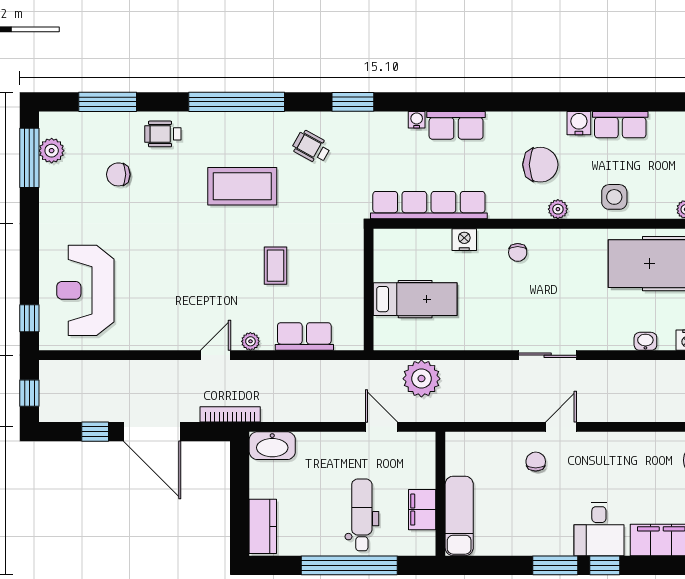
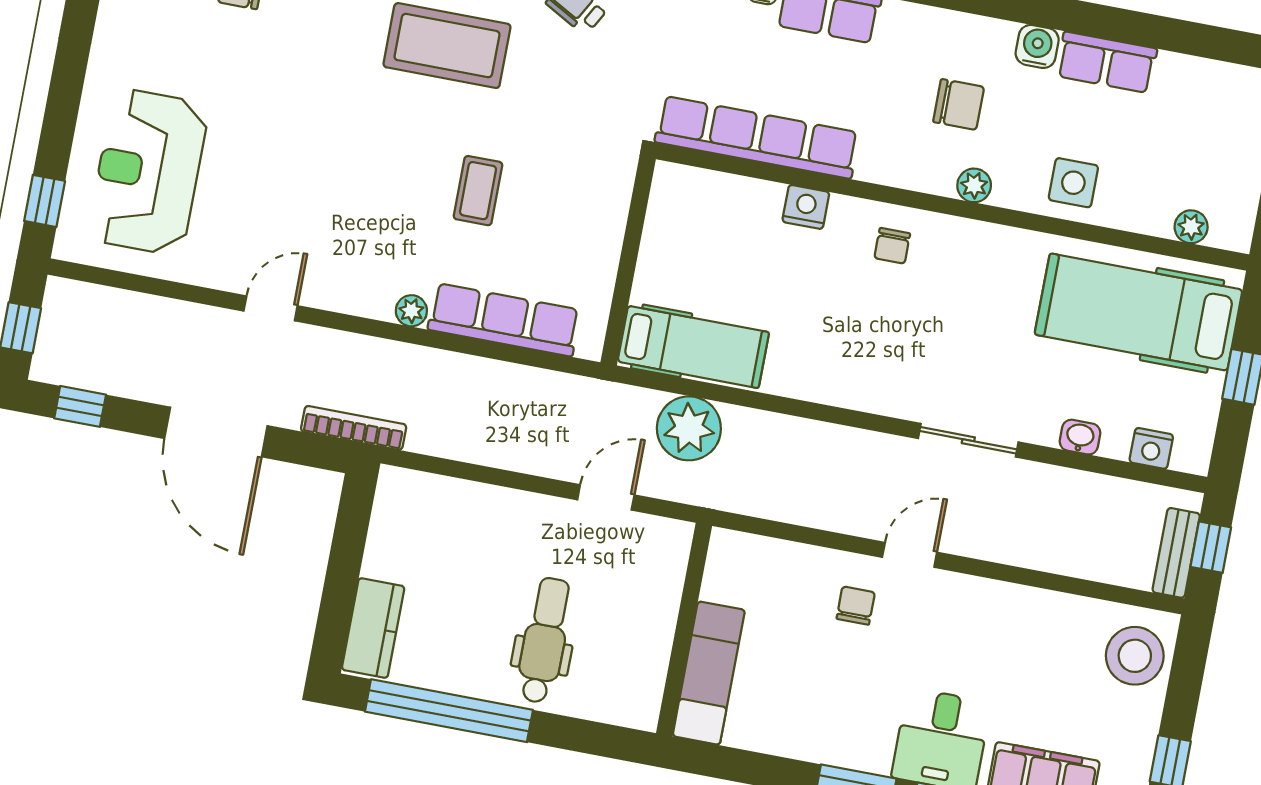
chair: (540, 165) -> (959, 104), width x0.73, depth x0.73
hospital bed: (415, 299) -> (693, 347), moved
row of seats: (304, 336) -> (504, 320), width x1.48
door: (215, 355) -> (271, 308), moved
sliding door: (548, 355) -> (968, 440), moved
door: (382, 427) -> (606, 497), hinge flipped
window: (95, 432) -> (80, 406), moved
washbasin: (272, 446) -> (415, 494), removed
filing cabinet: (422, 510) -> (648, 650), removed
window: (349, 565) -> (449, 711), moved

